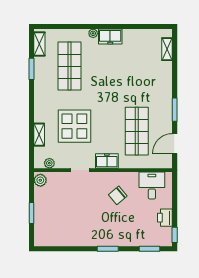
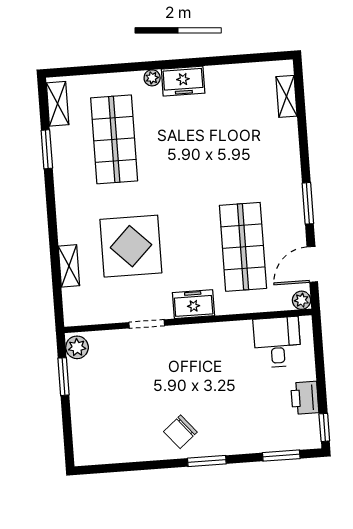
plant: (49, 163) -> (302, 300), moved
chair: (118, 195) -> (180, 432), moved
window: (32, 213) -> (64, 377), moved

